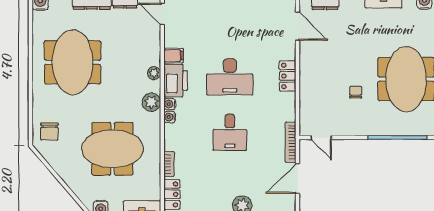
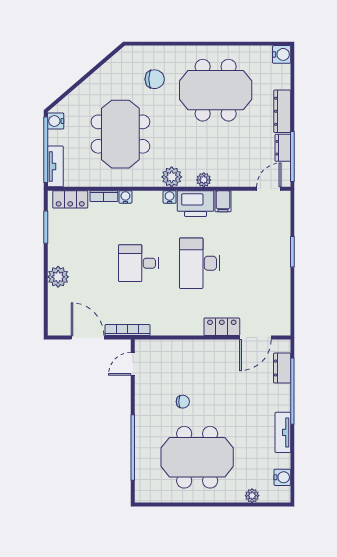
locker: (288, 76) -> (222, 327), moved
water cooler: (170, 117) -> (125, 197), moved
chair: (49, 132) -> (155, 79), moved, turned 180

